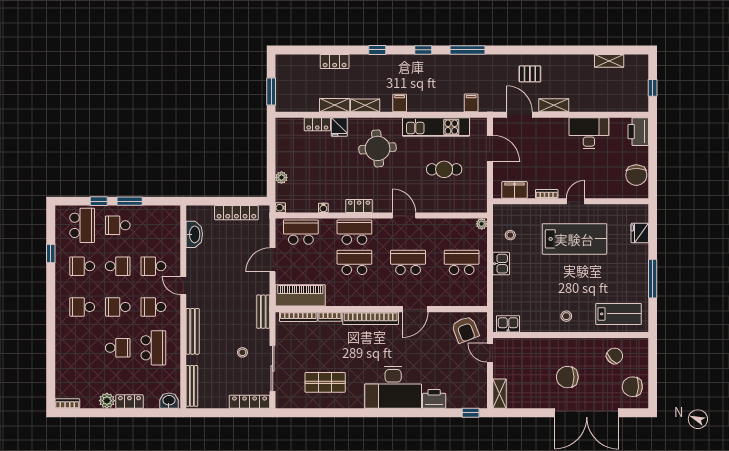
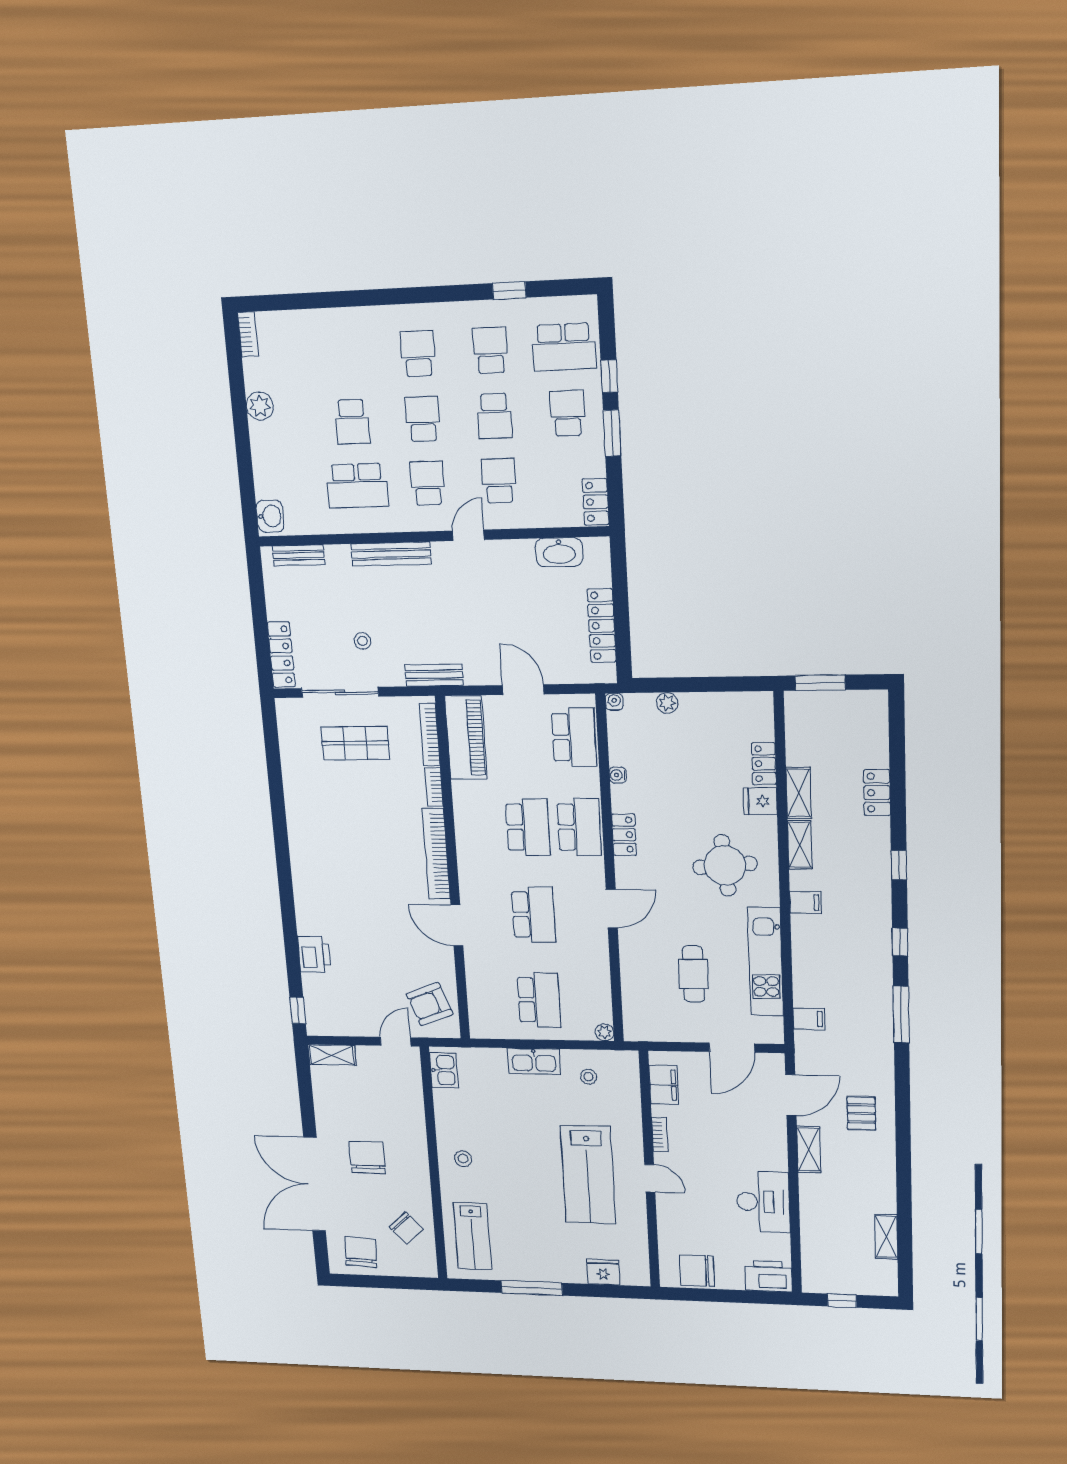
kitchen sink: (501, 264) -> (534, 1061), width x1.38
shop shelf: (325, 382) -> (355, 743), moved, turned 90
bench: (192, 386) -> (298, 555), width x0.73
desk: (393, 387) -> (327, 890), removed
locker: (129, 402) -> (596, 502), moved, turned 180

